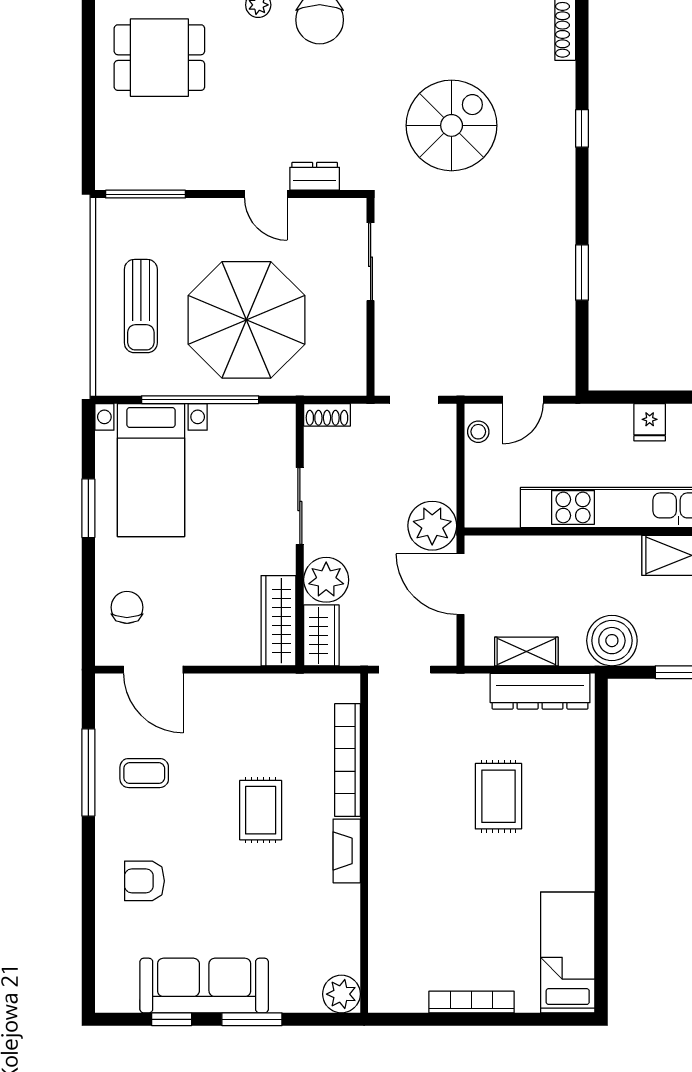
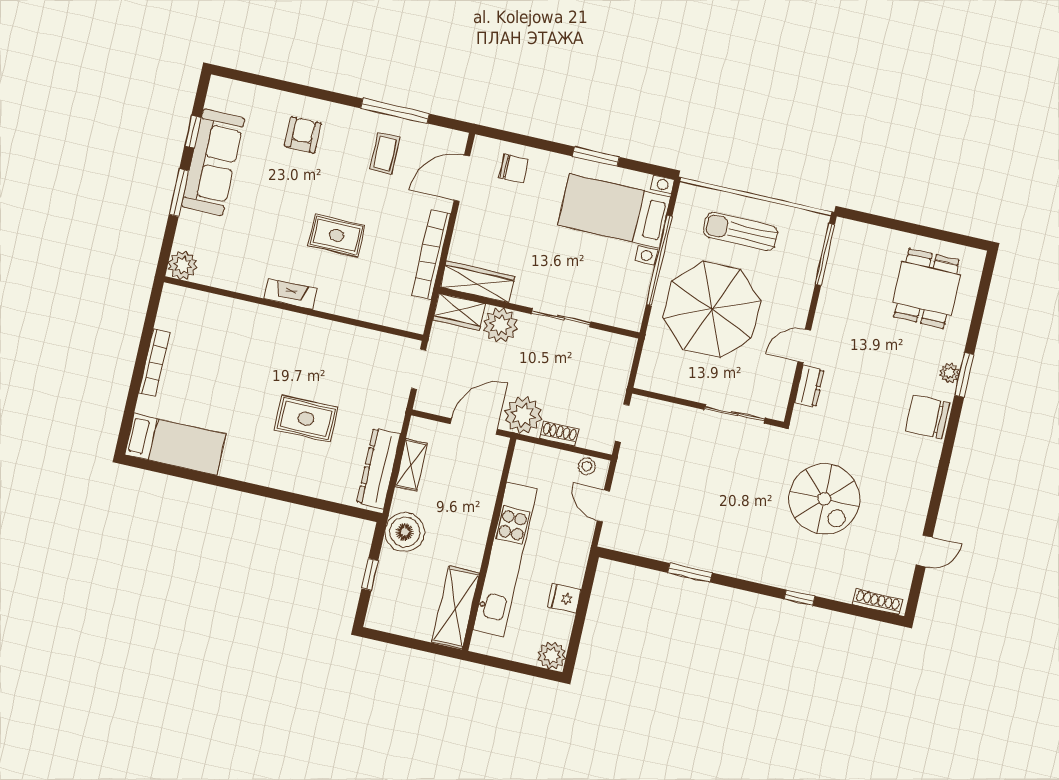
shoe rack: (327, 415) -> (559, 434), moved, turned 90
bookcase: (347, 760) -> (431, 254), moved, turned -90

